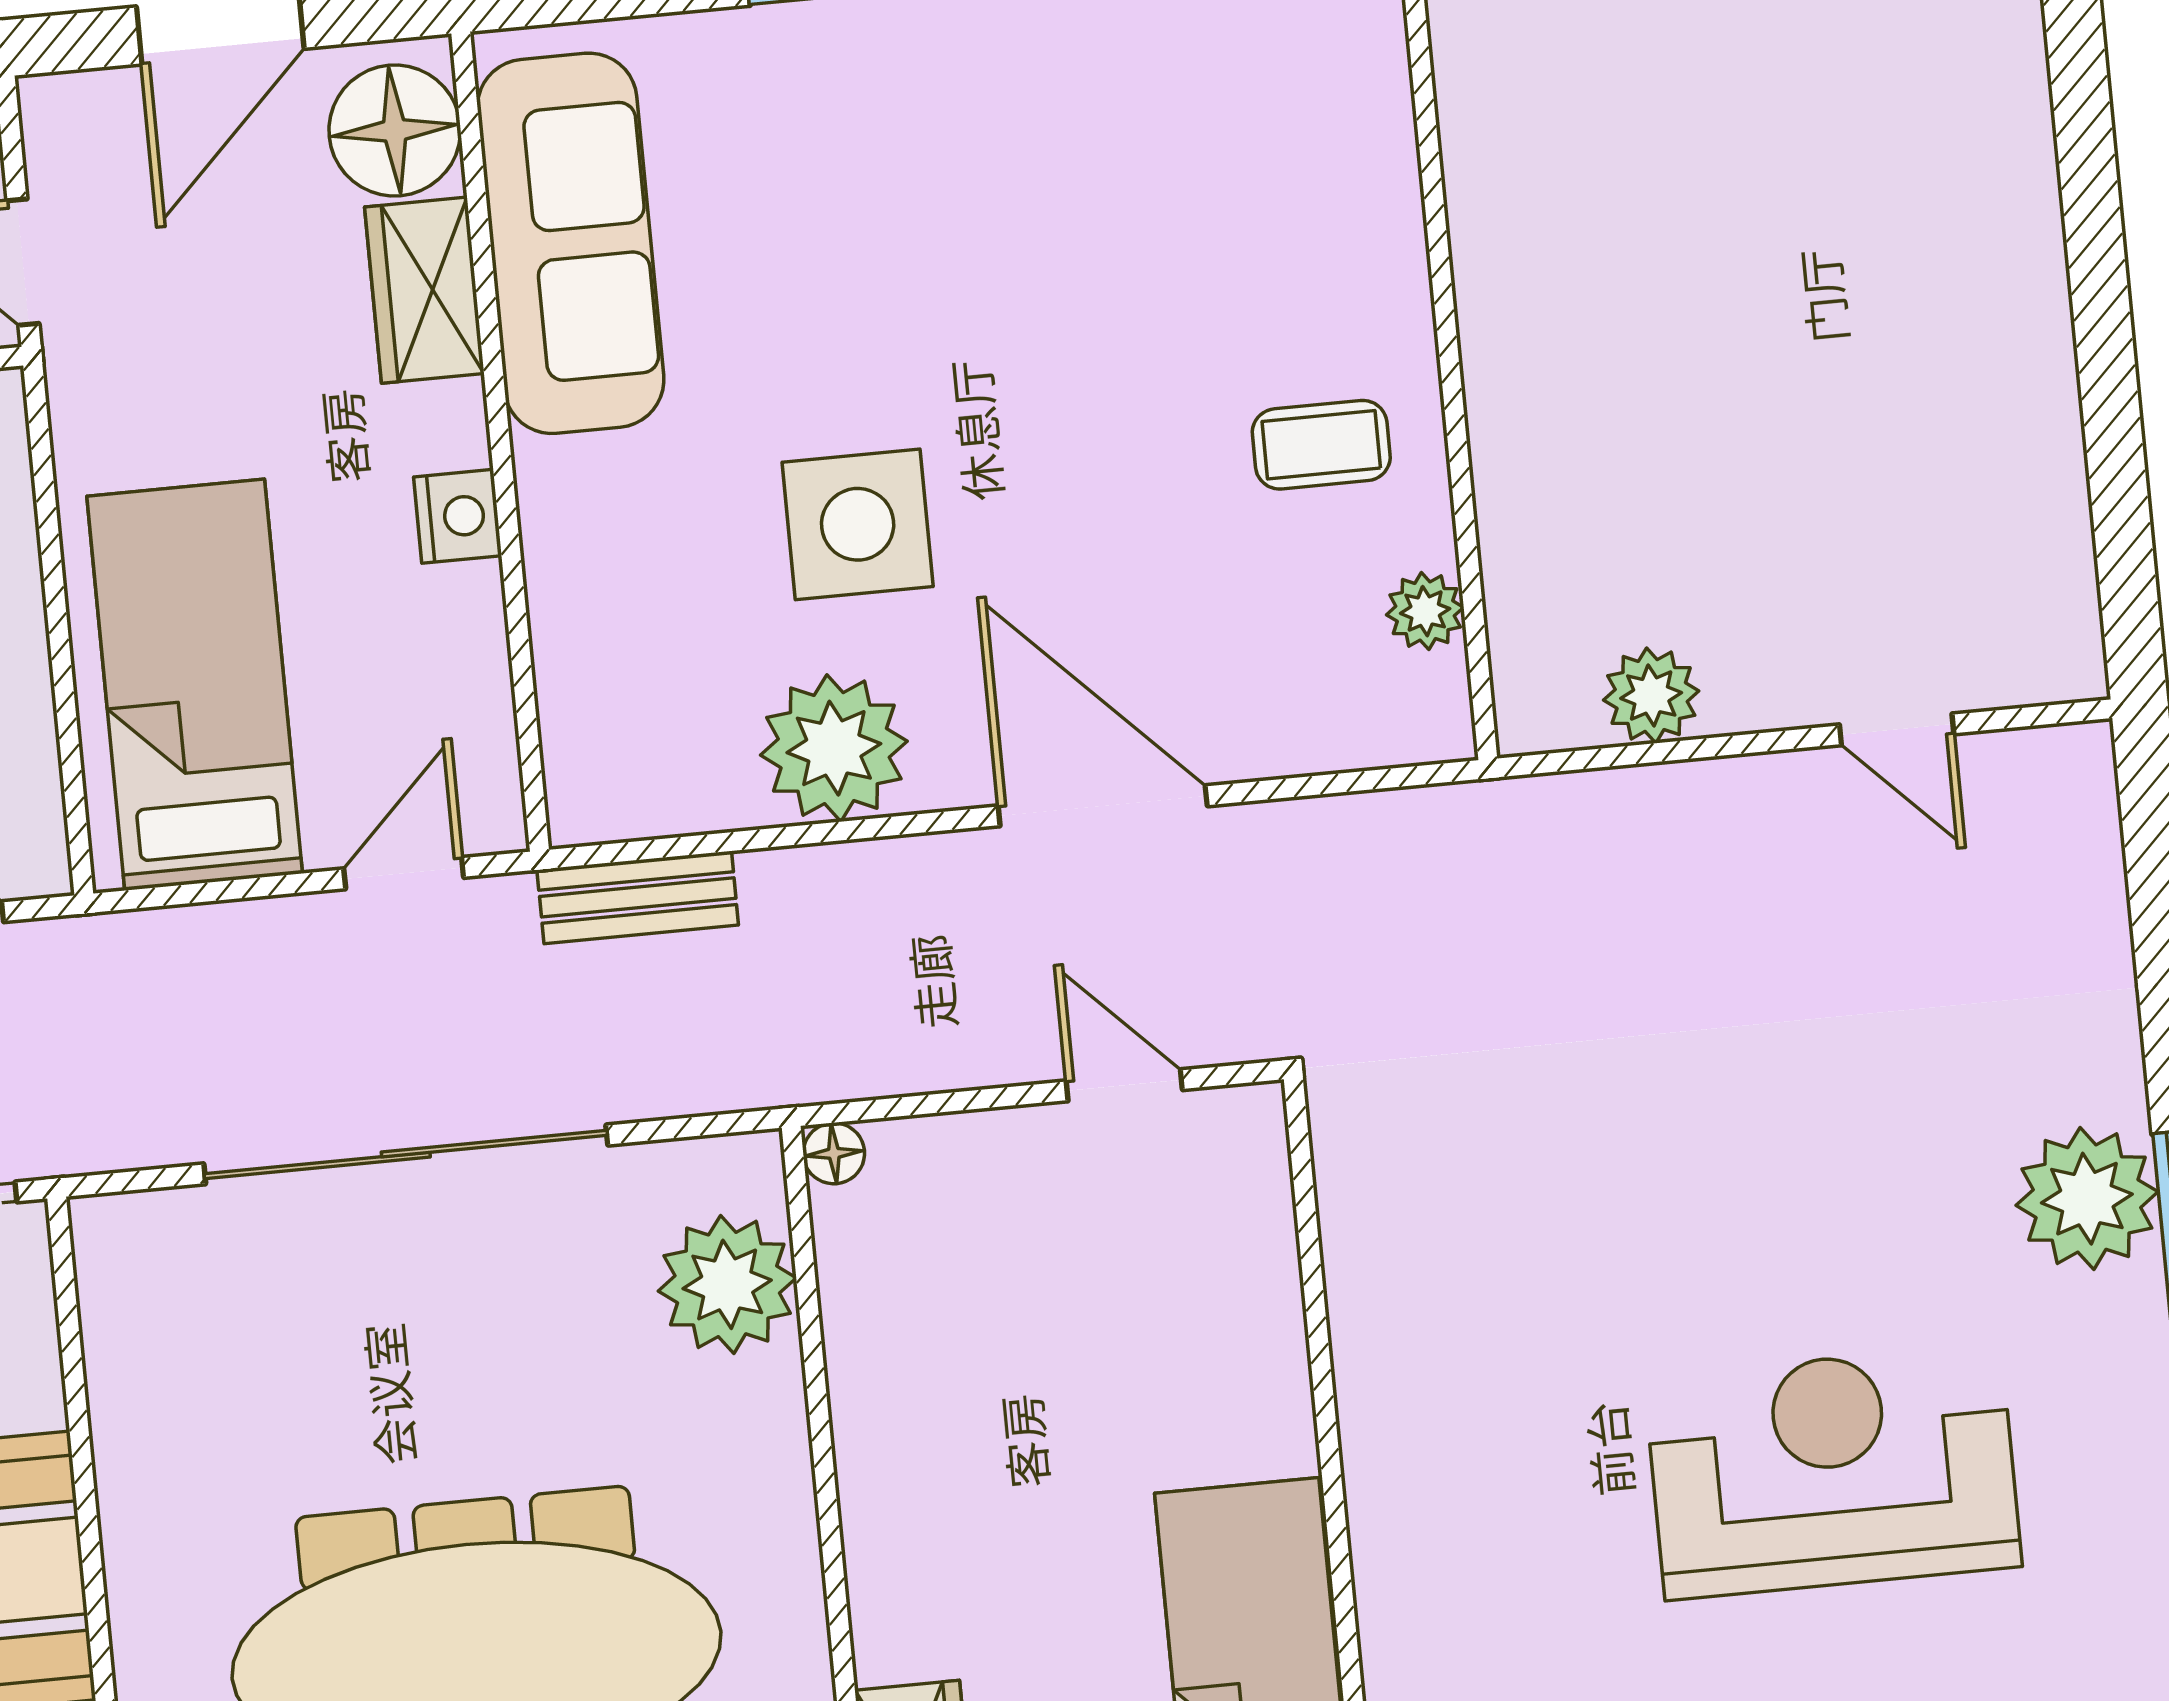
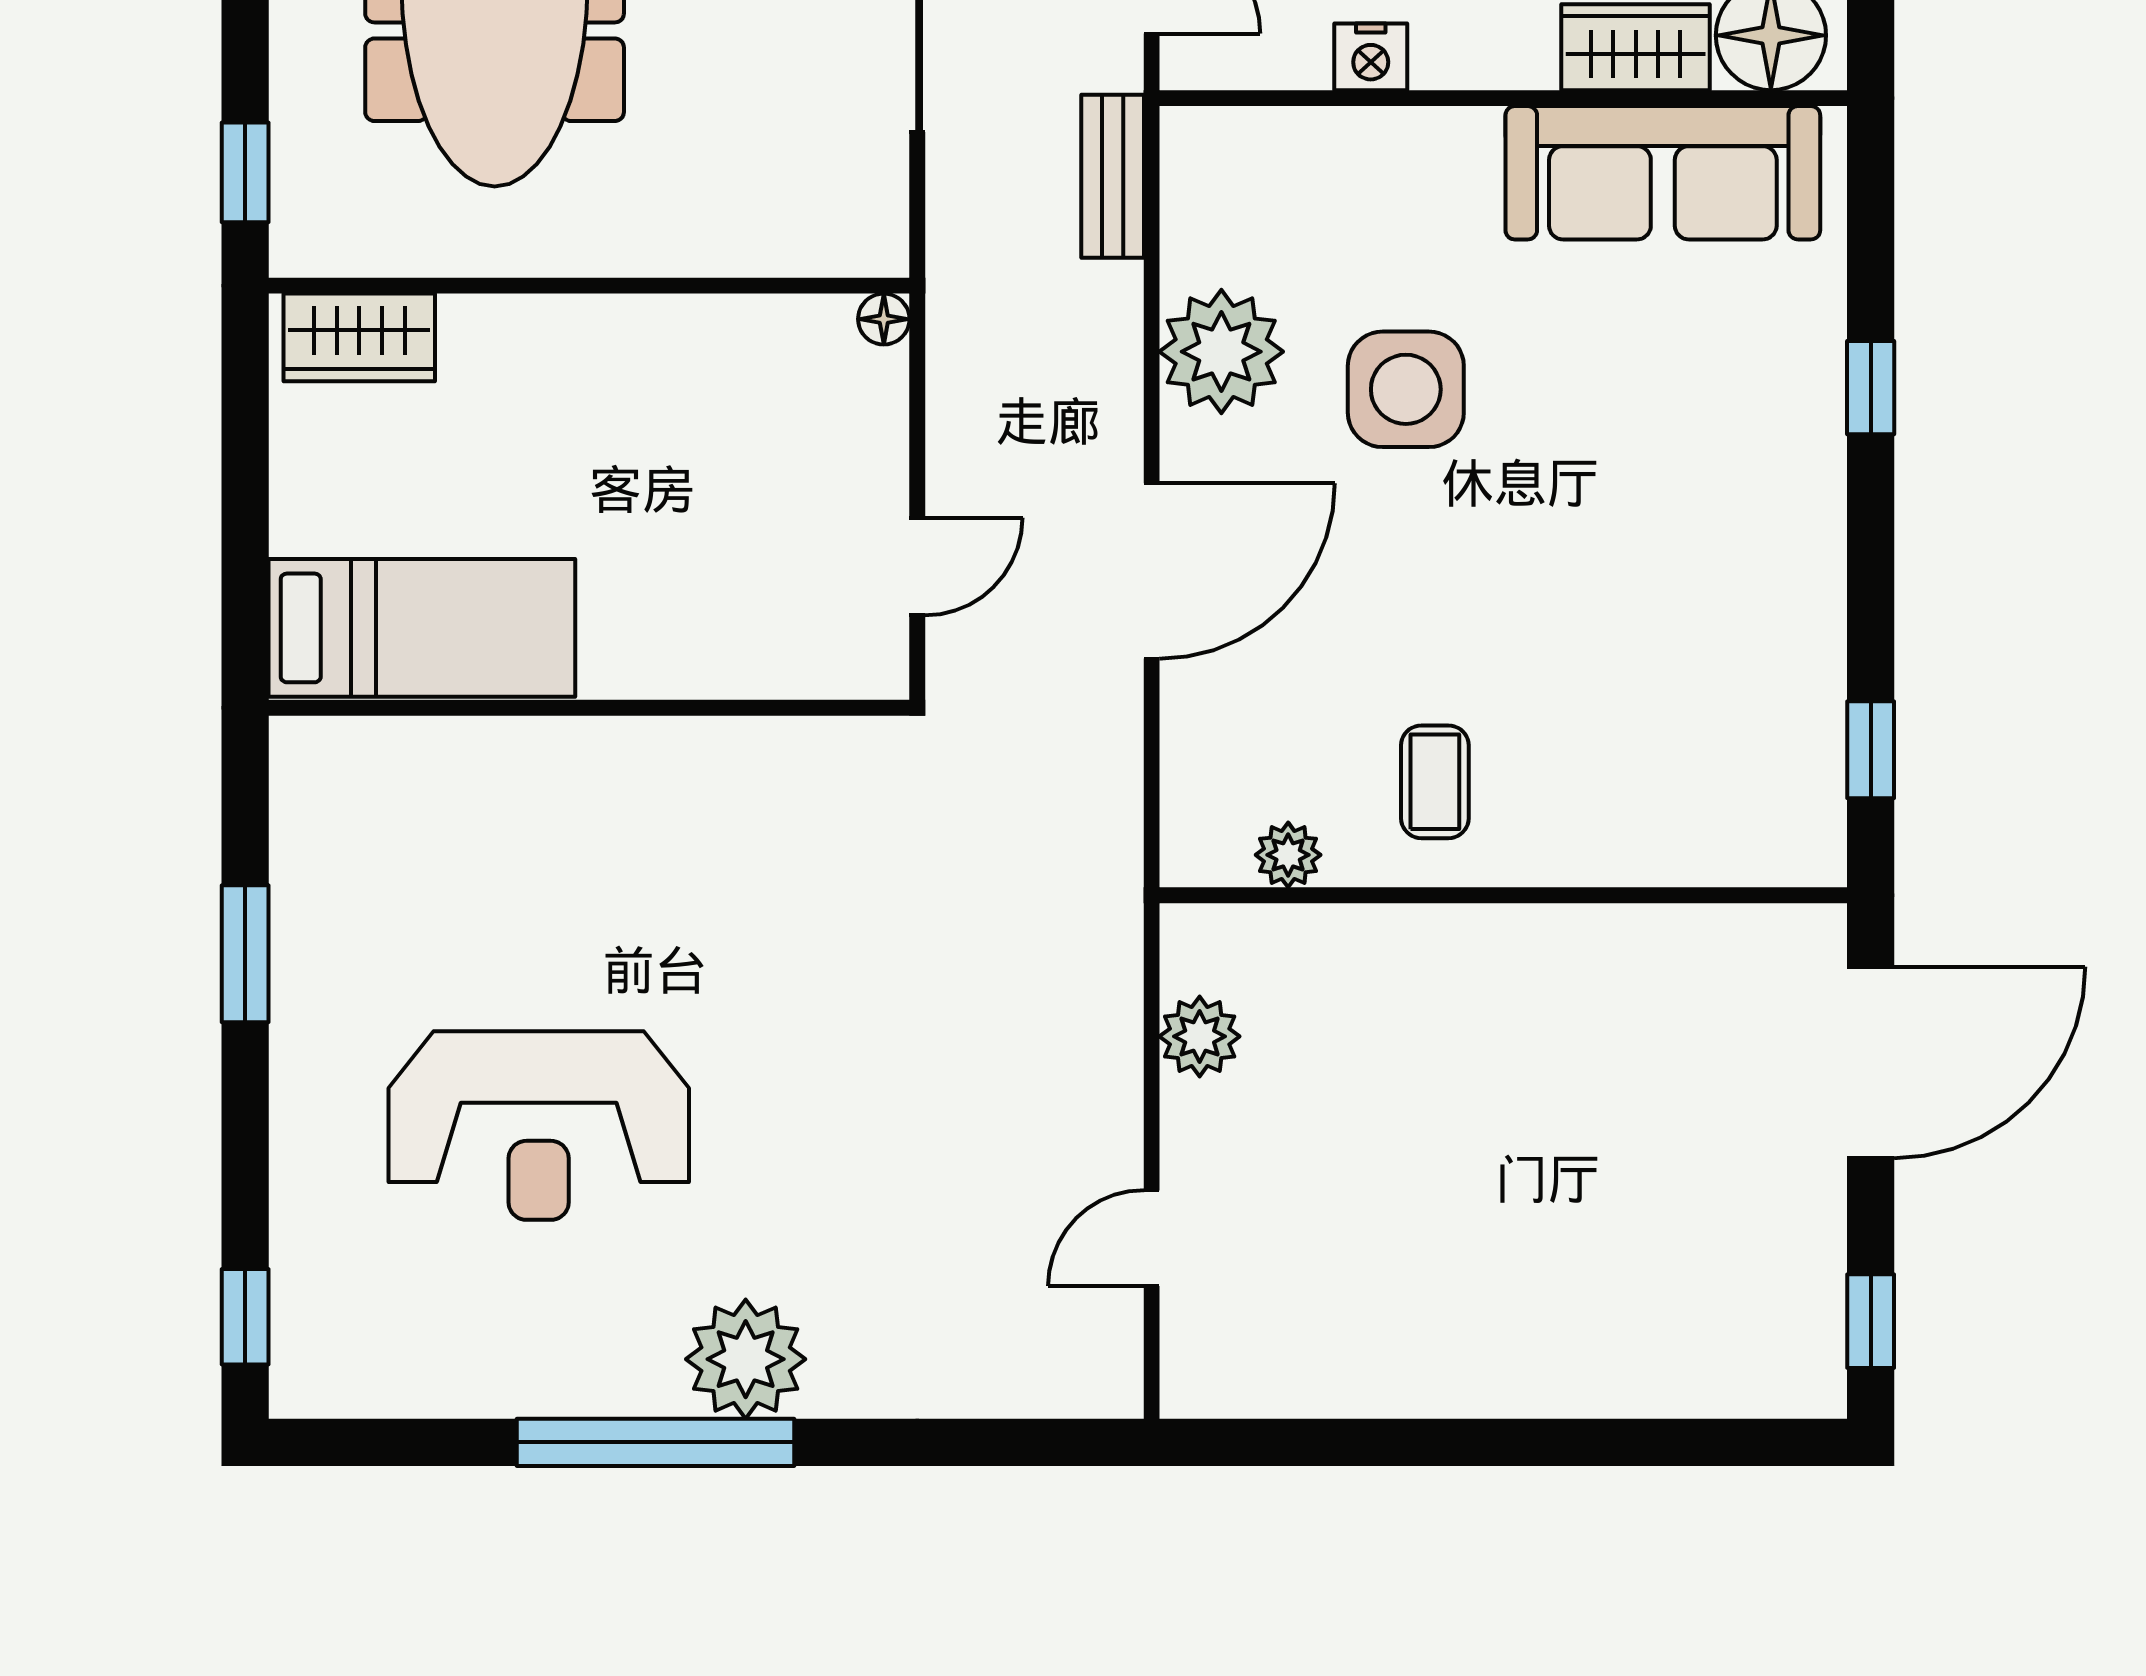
nightstand: (458, 516) -> (1371, 57), moved
plant: (727, 1284) -> (783, 220), removed
reception desk: (1833, 1472) -> (539, 1126), turned 90

